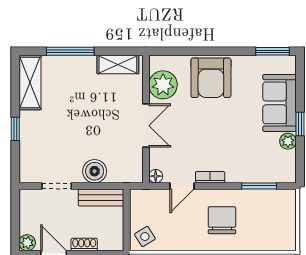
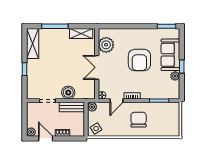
armchair: (211, 78) -> (139, 60), moved
double door: (146, 126) -> (97, 67), swing flipped
plant: (138, 197) -> (92, 107), added

